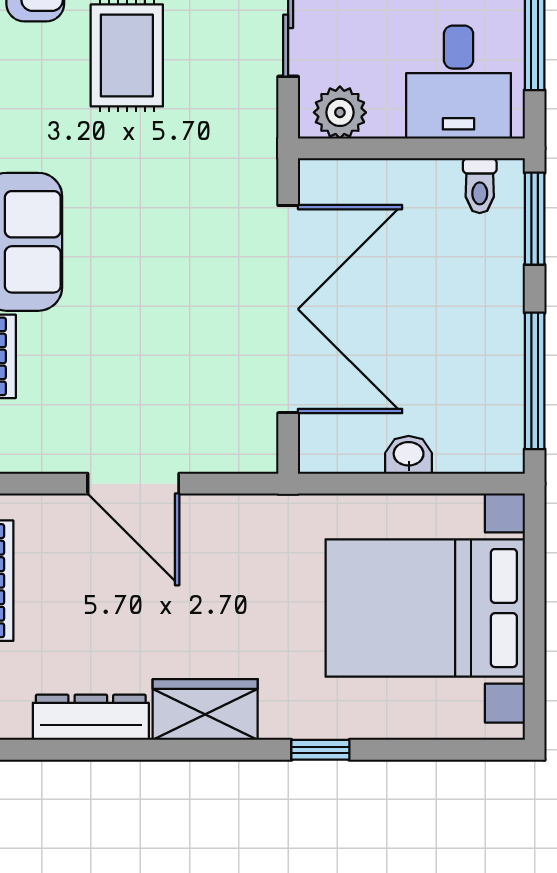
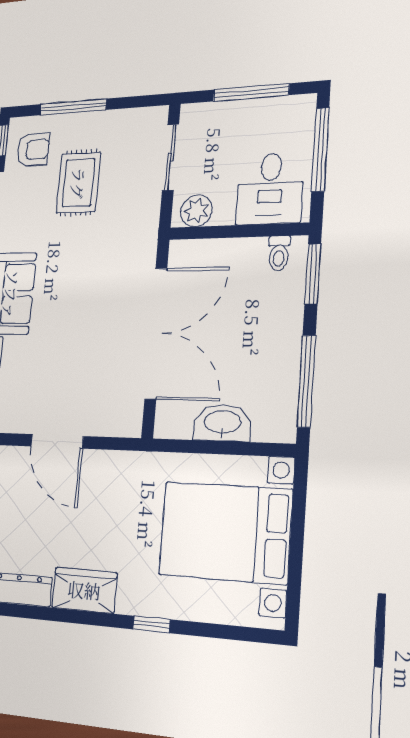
washbasin: (409, 455) -> (222, 423), width x1.91, depth x1.45

